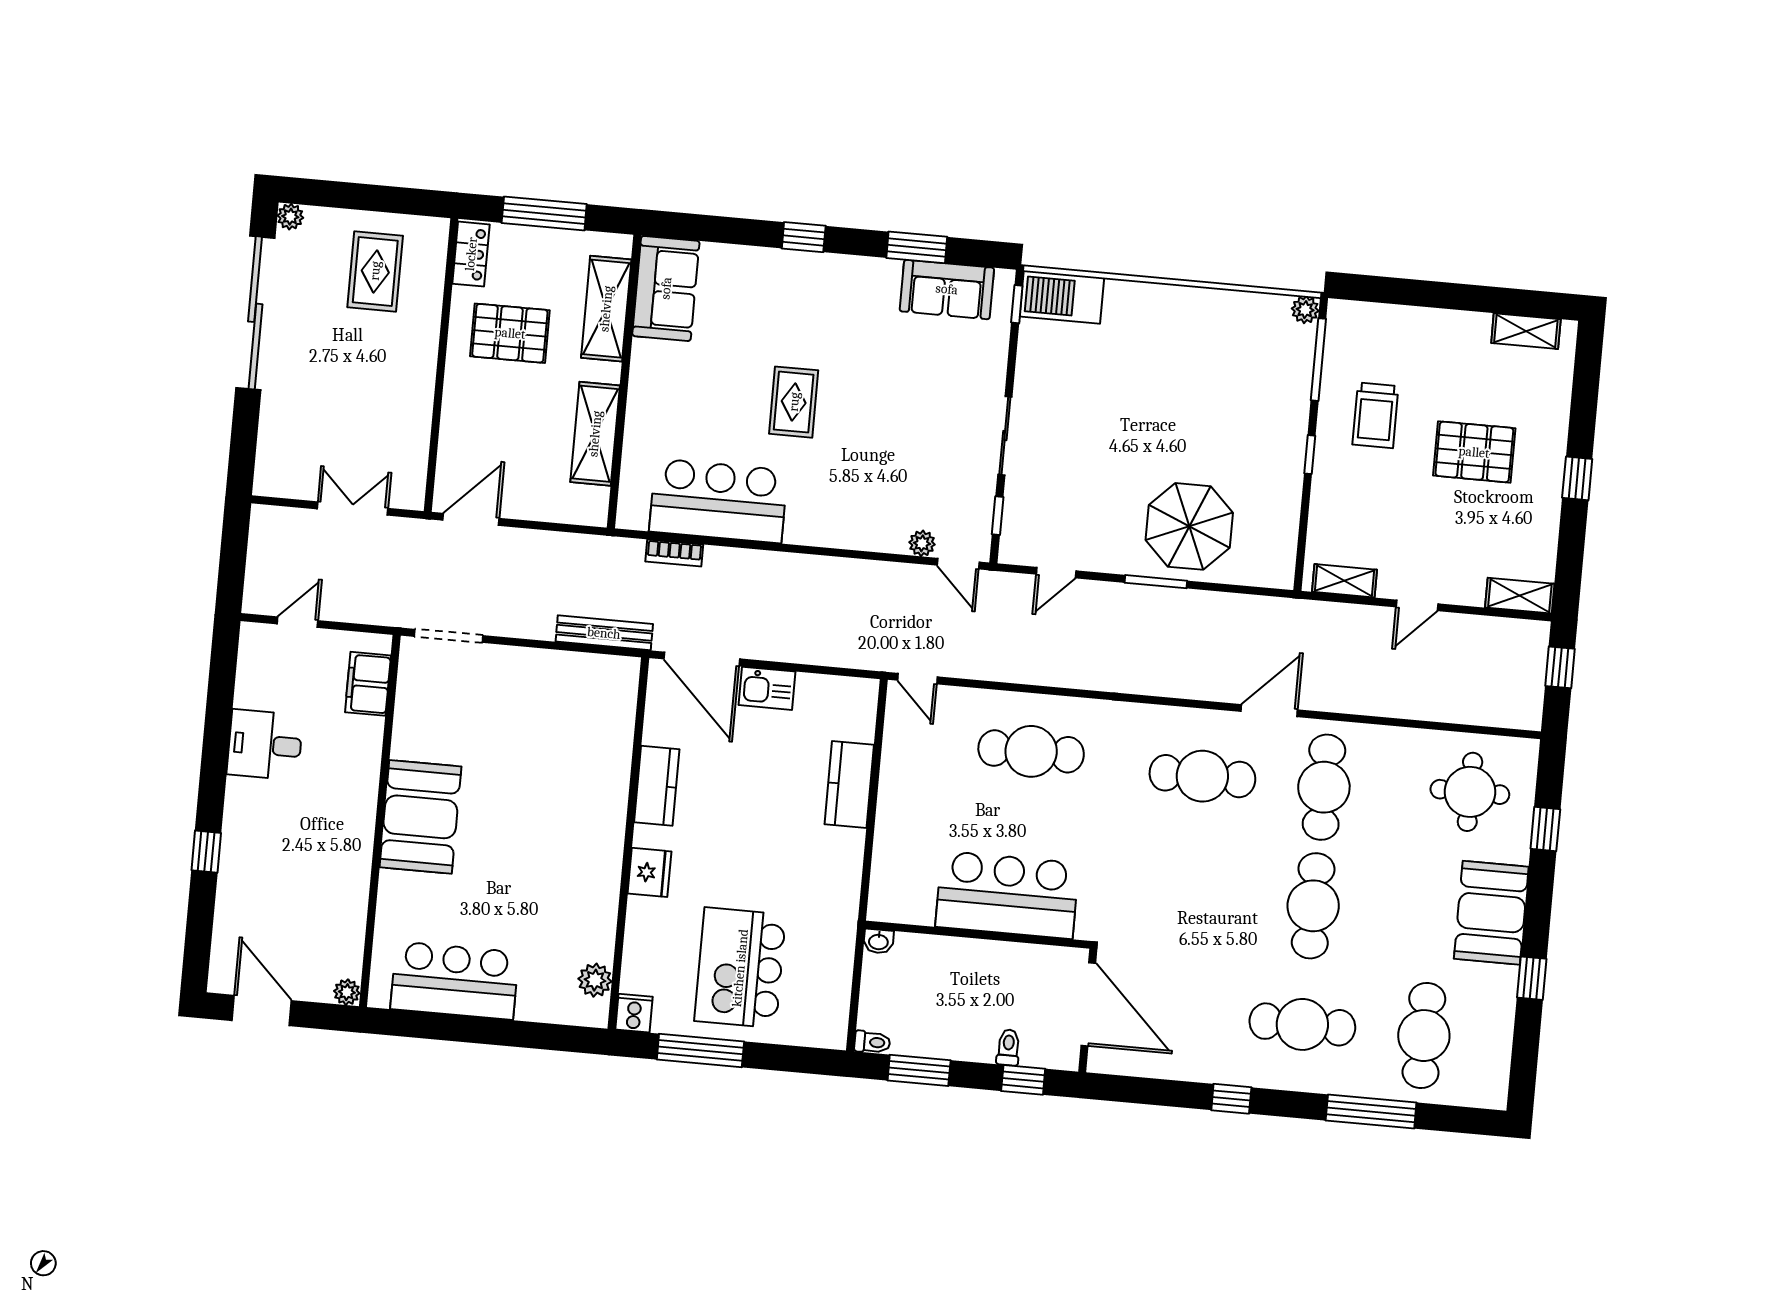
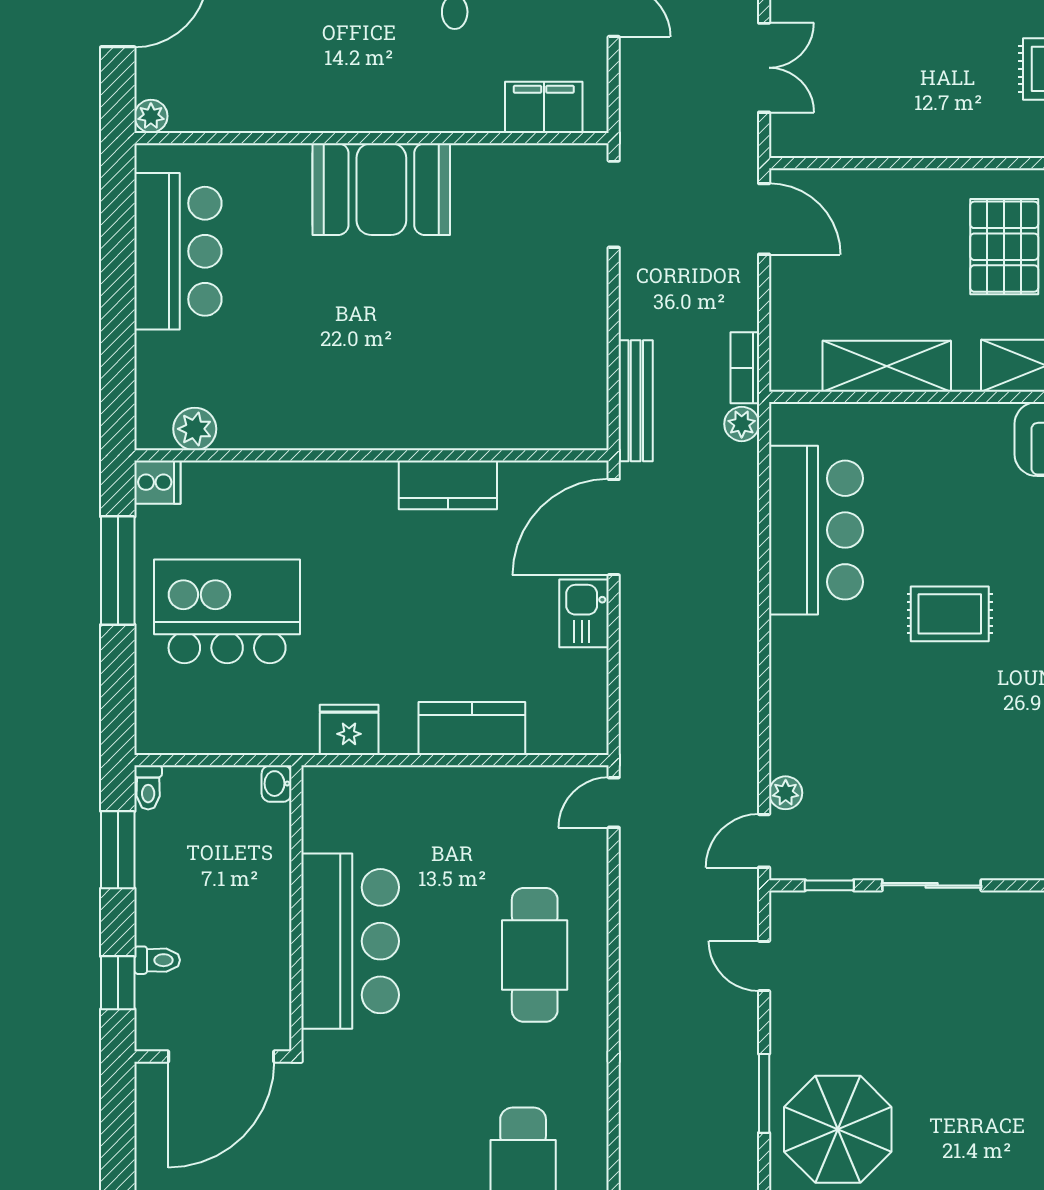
plant: (630, 551) -> (742, 424), added
bookcase: (674, 553) -> (745, 368), moved
fridge: (649, 872) -> (349, 730), moved, turned 180

